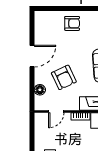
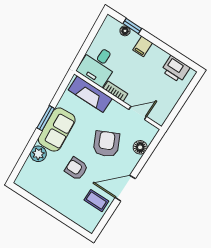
armchair: (72, 23) -> (76, 169), moved
coffee table: (46, 35) -> (96, 201), added

